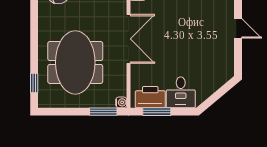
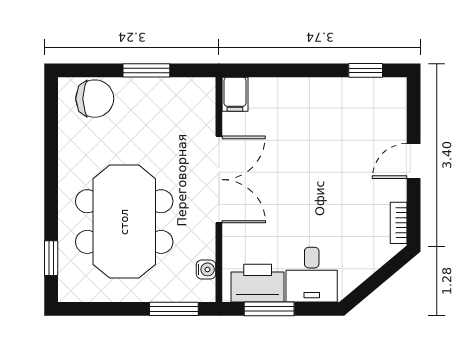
door: (238, 28) -> (414, 161), swing flipped
bookcase: (230, 63) -> (399, 223), added
water cooler: (121, 102) -> (206, 269), moved

